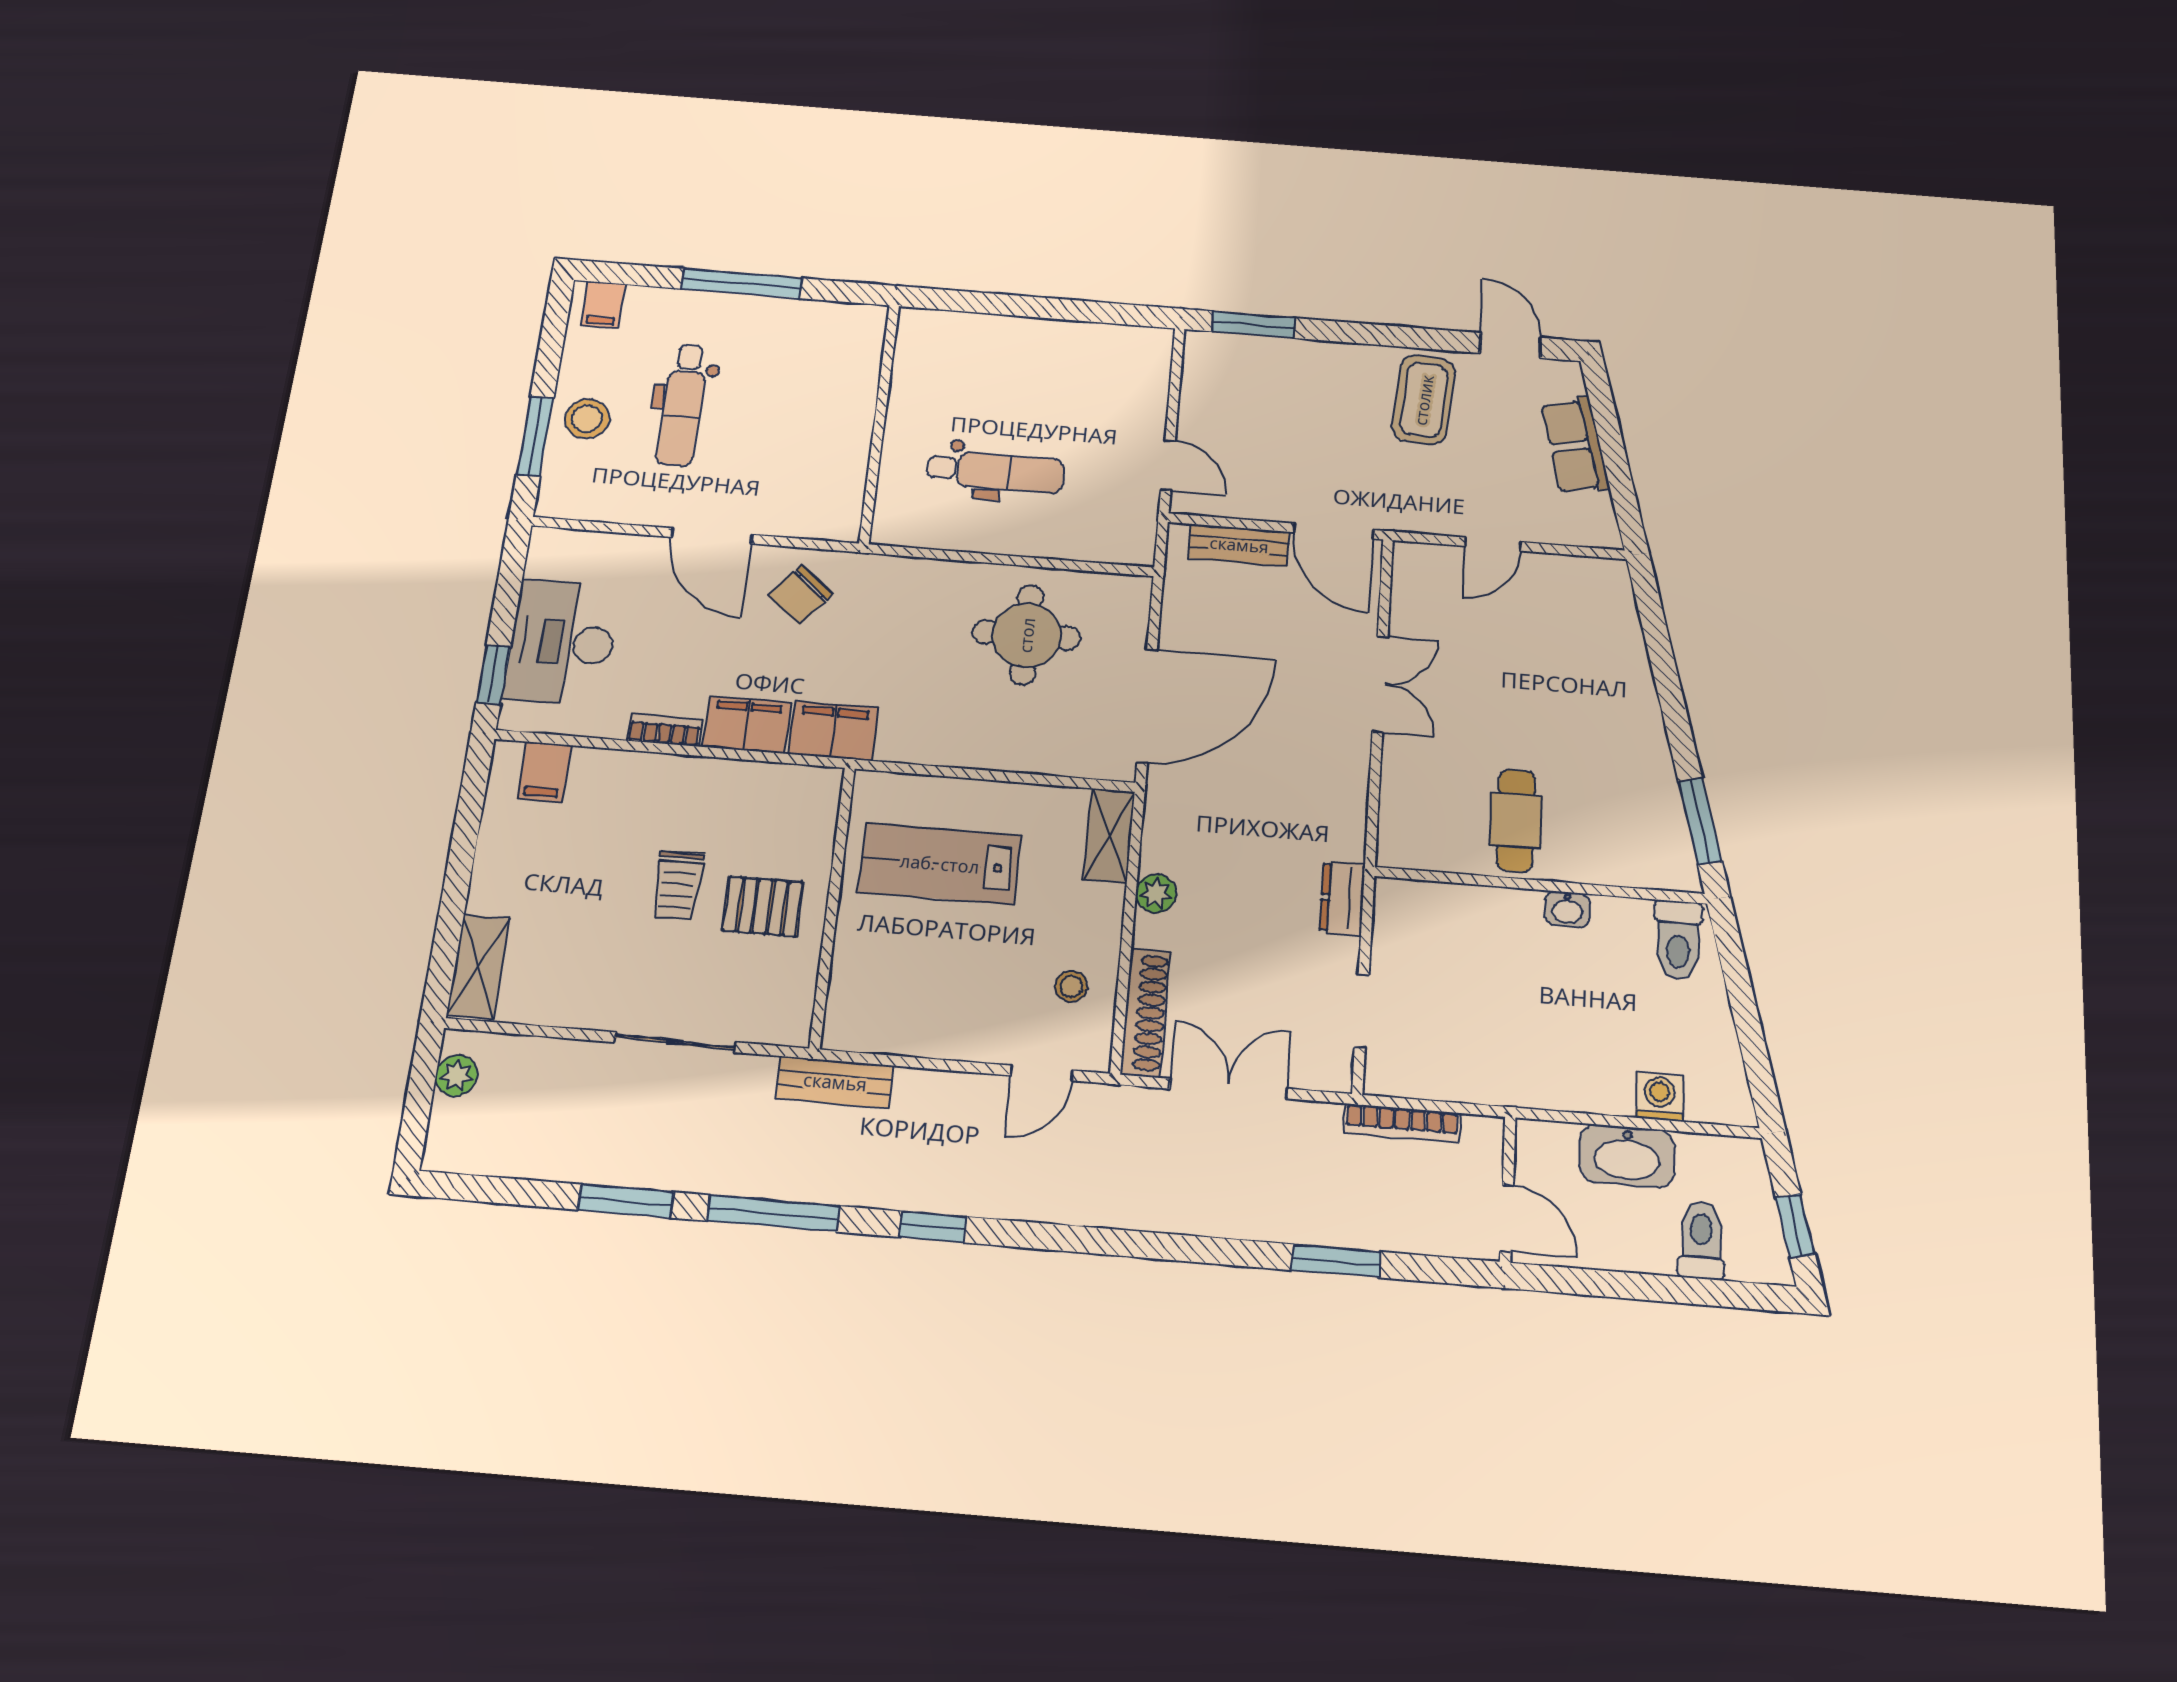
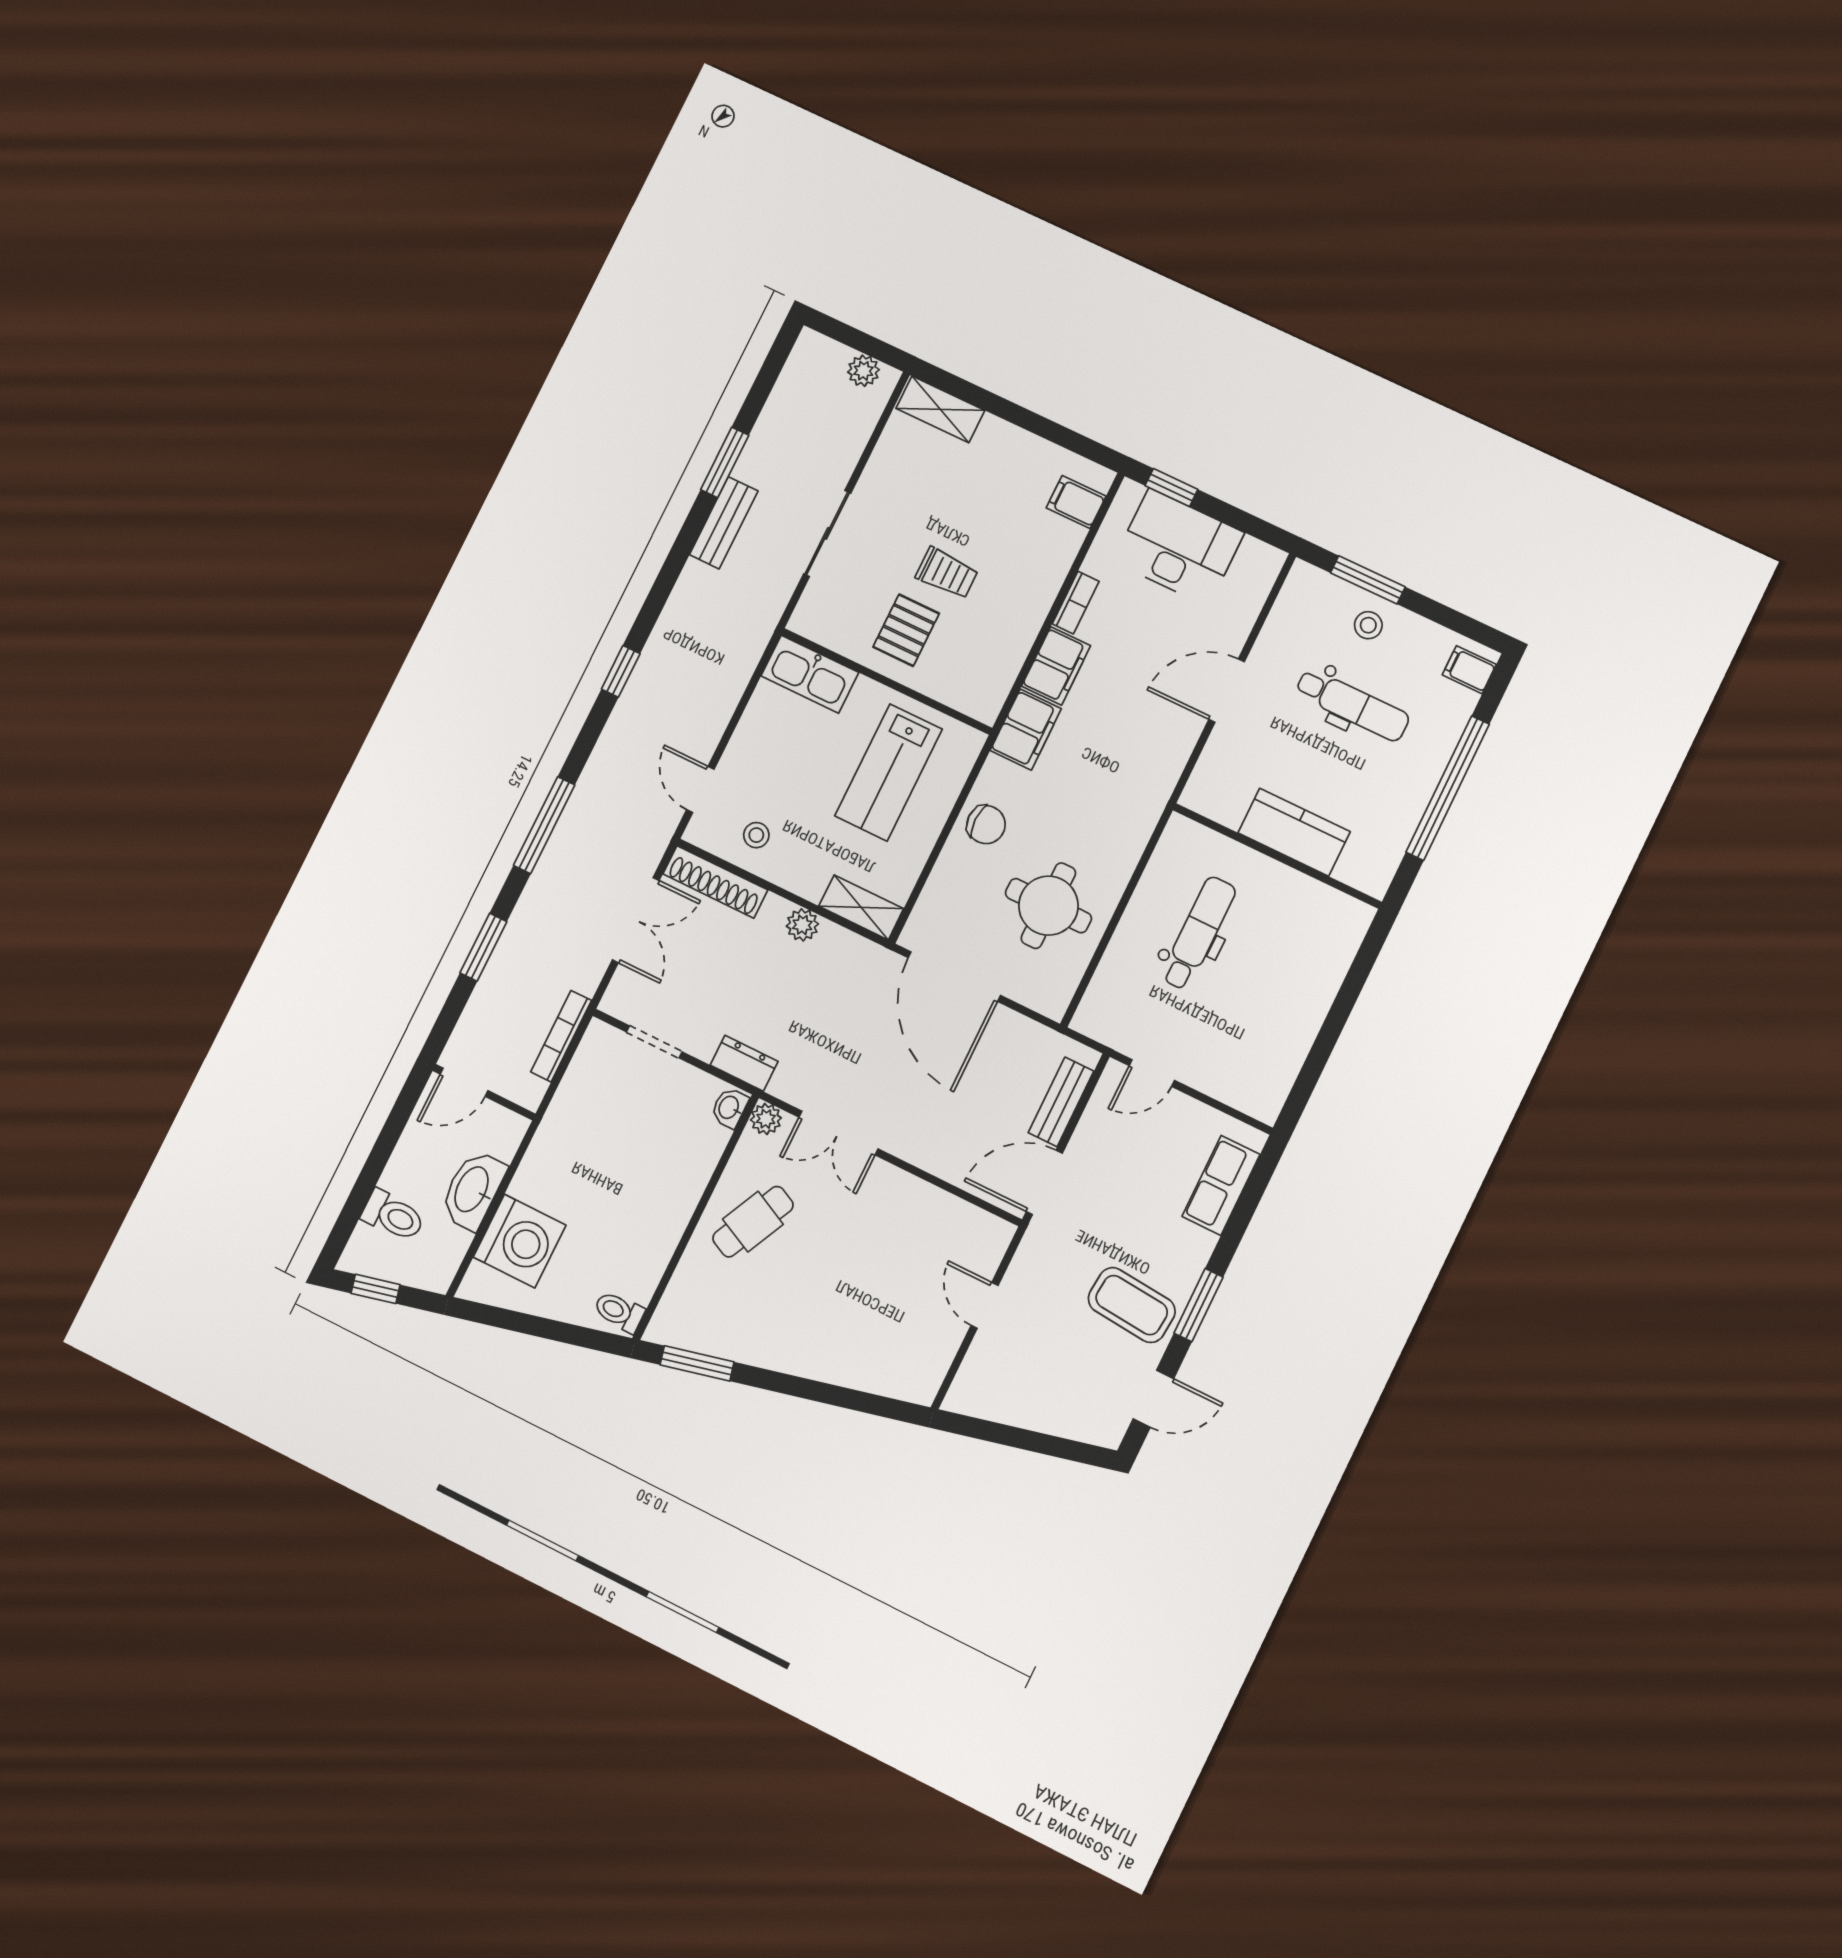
window: (741, 283) -> (1448, 788), width x1.46
window: (1253, 325) -> (1199, 1305), moved
dental chair: (683, 405) -> (1352, 705), turned 180
kitchen counter: (847, 415) -> (1294, 832), added
stool: (587, 419) -> (1368, 625), width x0.73, depth x0.73
row of seats: (1575, 446) -> (1221, 1185), moved, turned -76
dental chair: (996, 472) -> (1198, 933), turned 180
chair: (801, 595) -> (986, 825), moved, turned 140
double door: (1380, 684) -> (838, 1133), moved
cafe table: (1516, 820) -> (753, 1222), turned -64
plant: (1395, 850) -> (766, 1119), added
lab bench: (940, 864) -> (889, 772), turned 180
trolley: (678, 885) -> (947, 573), turned 180
washbasin: (1567, 909) -> (729, 1108), moved
toilet: (1678, 940) -> (619, 1312), width x0.73, depth x0.72
kitchen sink: (855, 998) -> (810, 674), added
bench: (835, 1082) -> (724, 523), moved
washing machine: (1660, 1097) -> (520, 1241), width x1.89, depth x1.89
window: (773, 1213) -> (544, 825), moved

